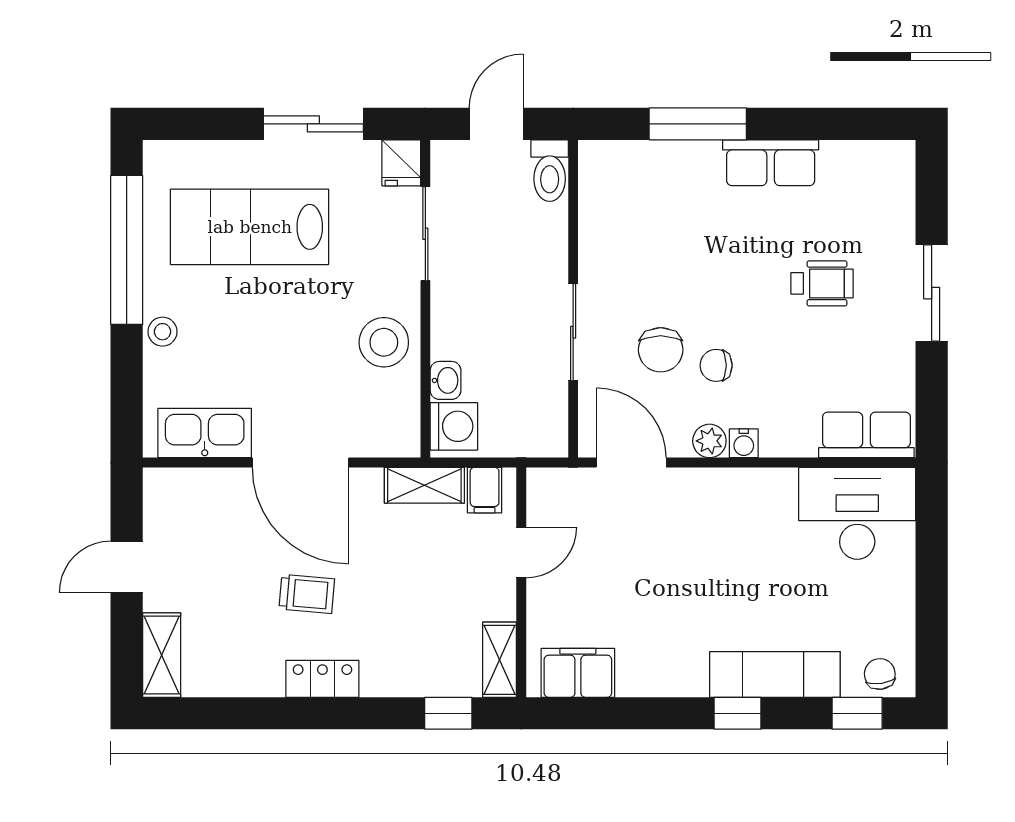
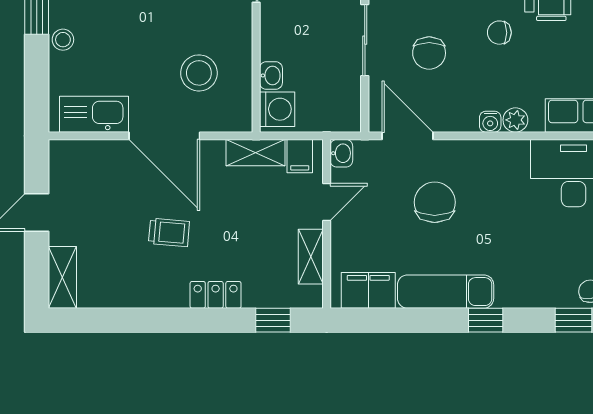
stool: (384, 342) -> (199, 73), moved
chair: (716, 365) -> (499, 33), moved
plant: (709, 441) -> (515, 120), moved
washbasin: (541, 486) -> (341, 153), added
chair: (668, 553) -> (435, 202), added
shelving: (500, 660) -> (311, 257), moved
exam couch: (775, 674) -> (446, 292), moved
locker: (322, 679) -> (216, 295), moved

